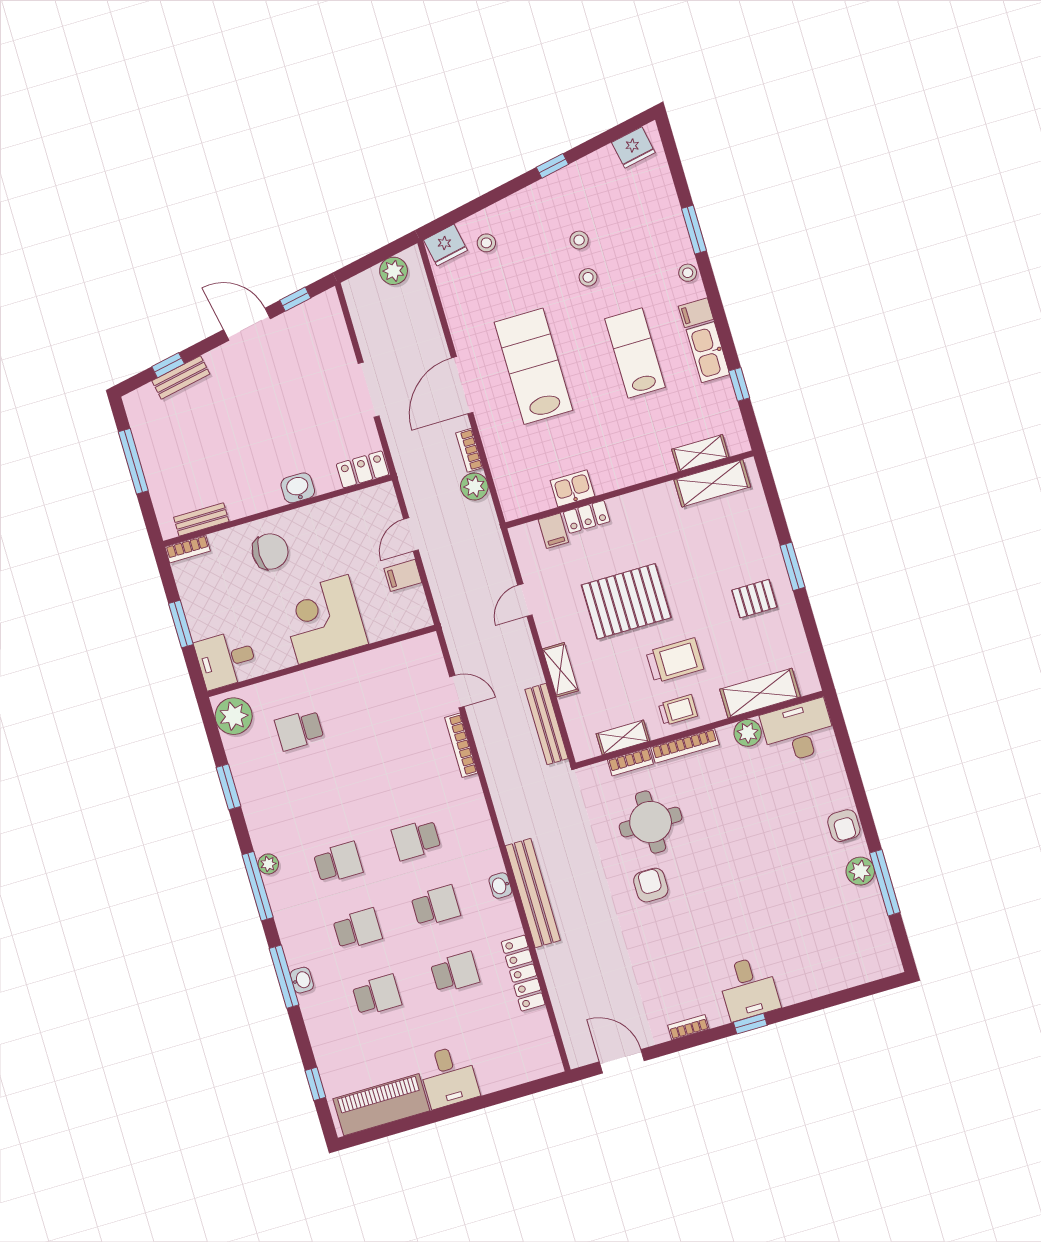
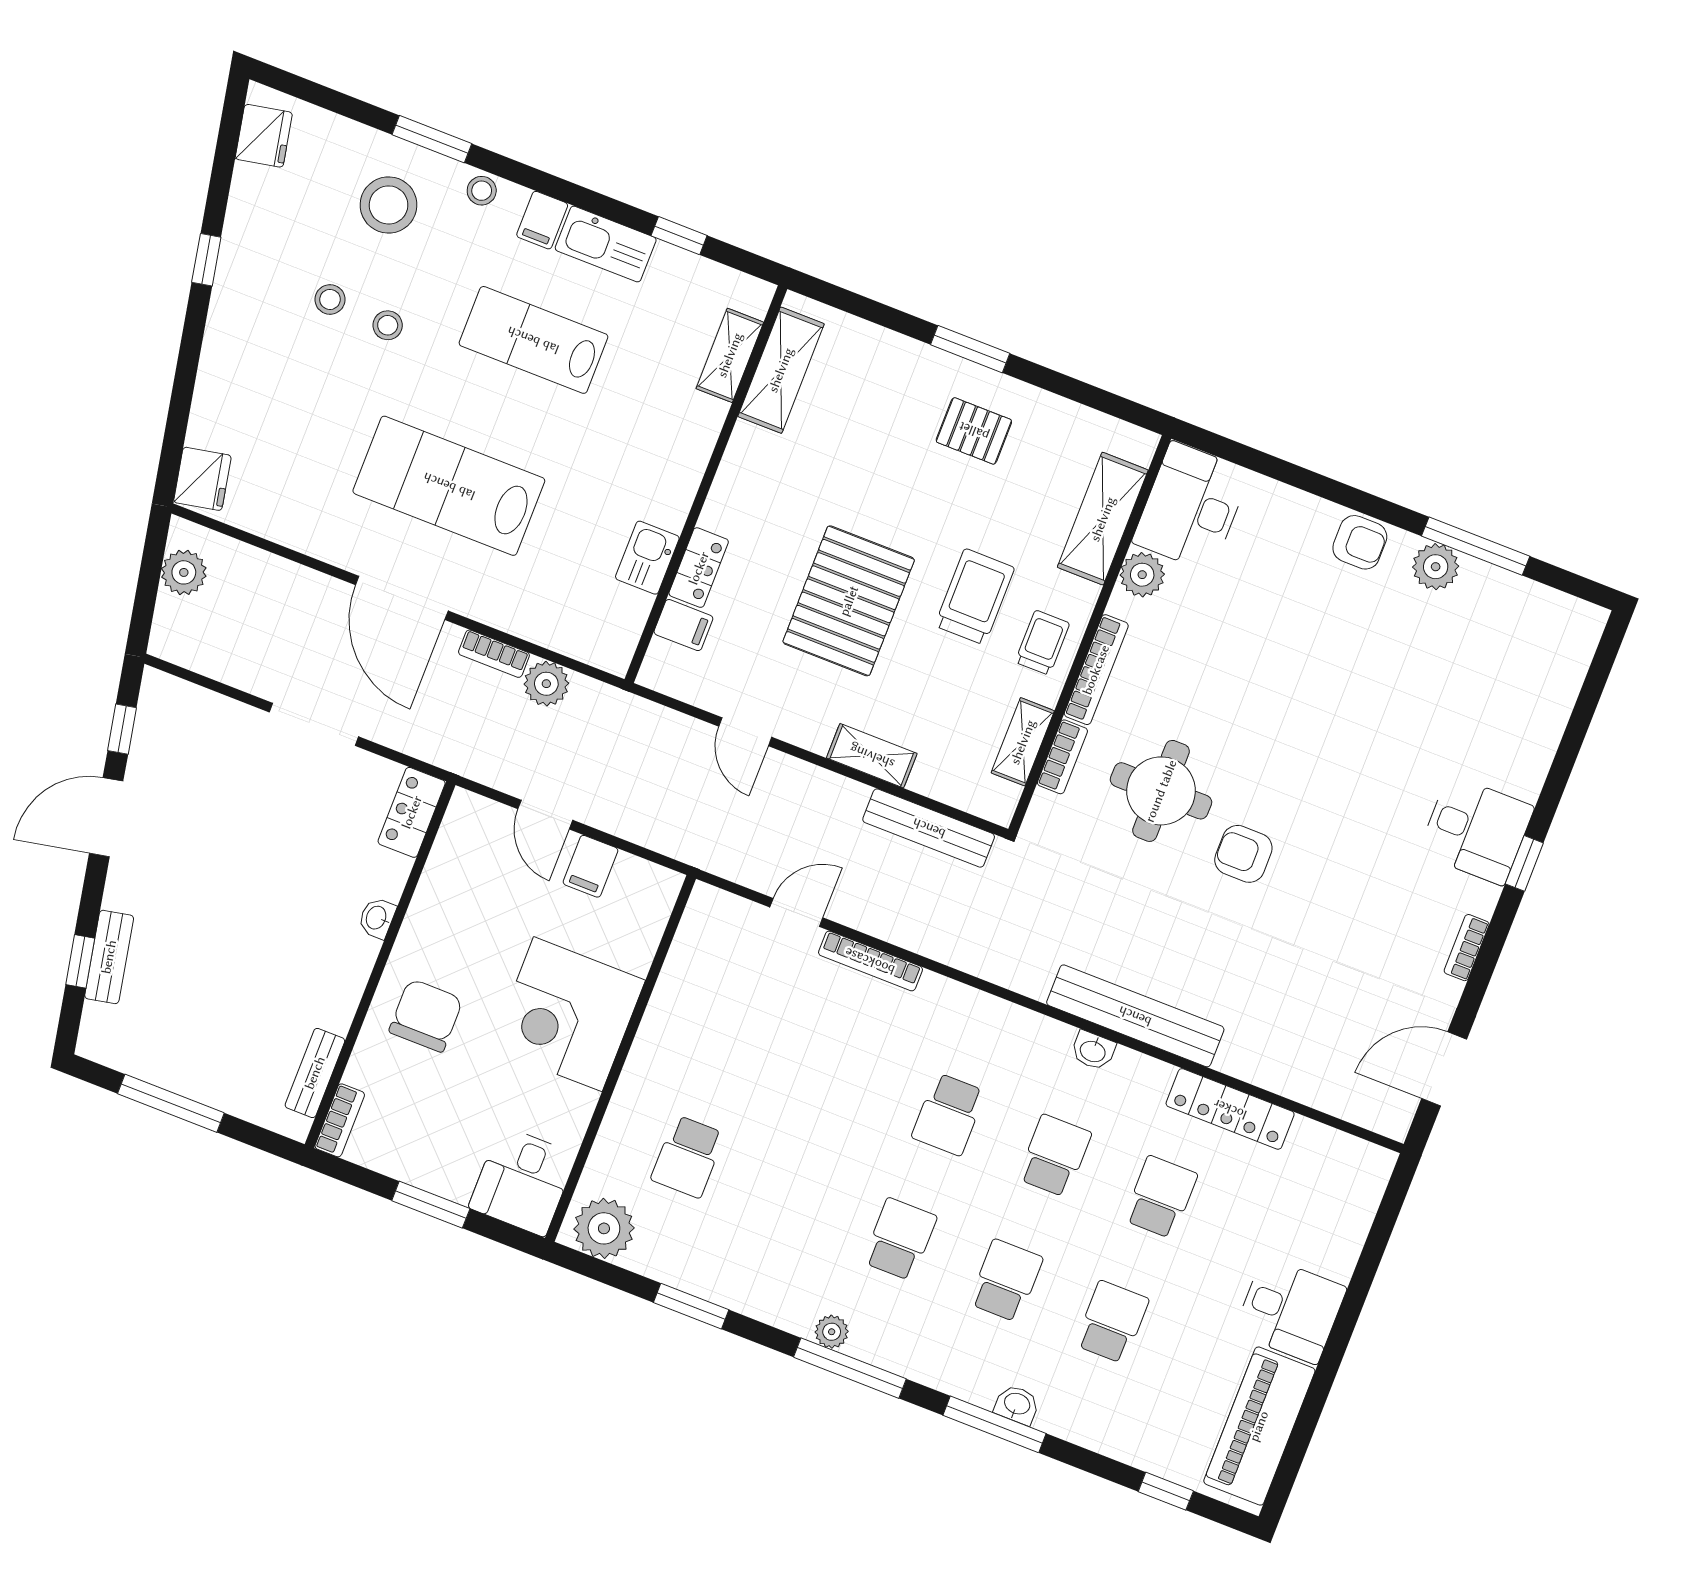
stool: (486, 243) -> (389, 205), moved, width x1.89, depth x1.89
washbasin: (298, 488) -> (377, 918), width x0.72, depth x0.69
pallet: (754, 599) -> (974, 431), turned 90

